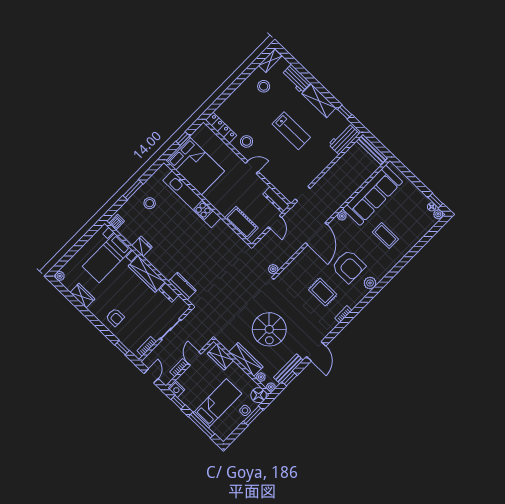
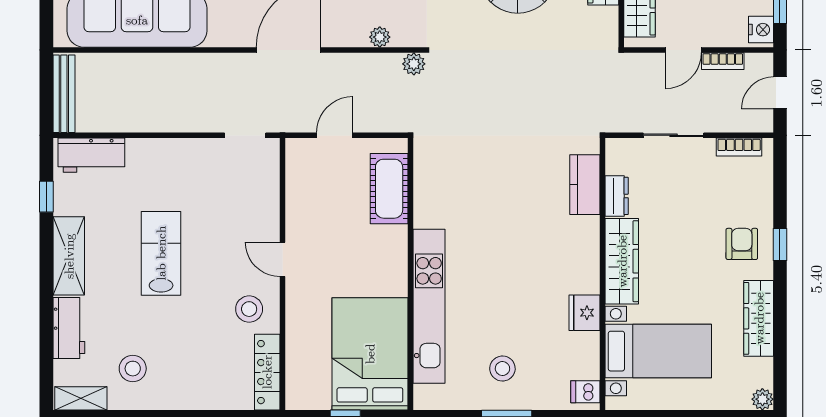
dresser: (276, 200) -> (297, 169), removed
plant: (342, 216) -> (380, 37), moved
wardrobe: (82, 296) -> (759, 318), width x1.50
window: (122, 348) -> (780, 245), moved

